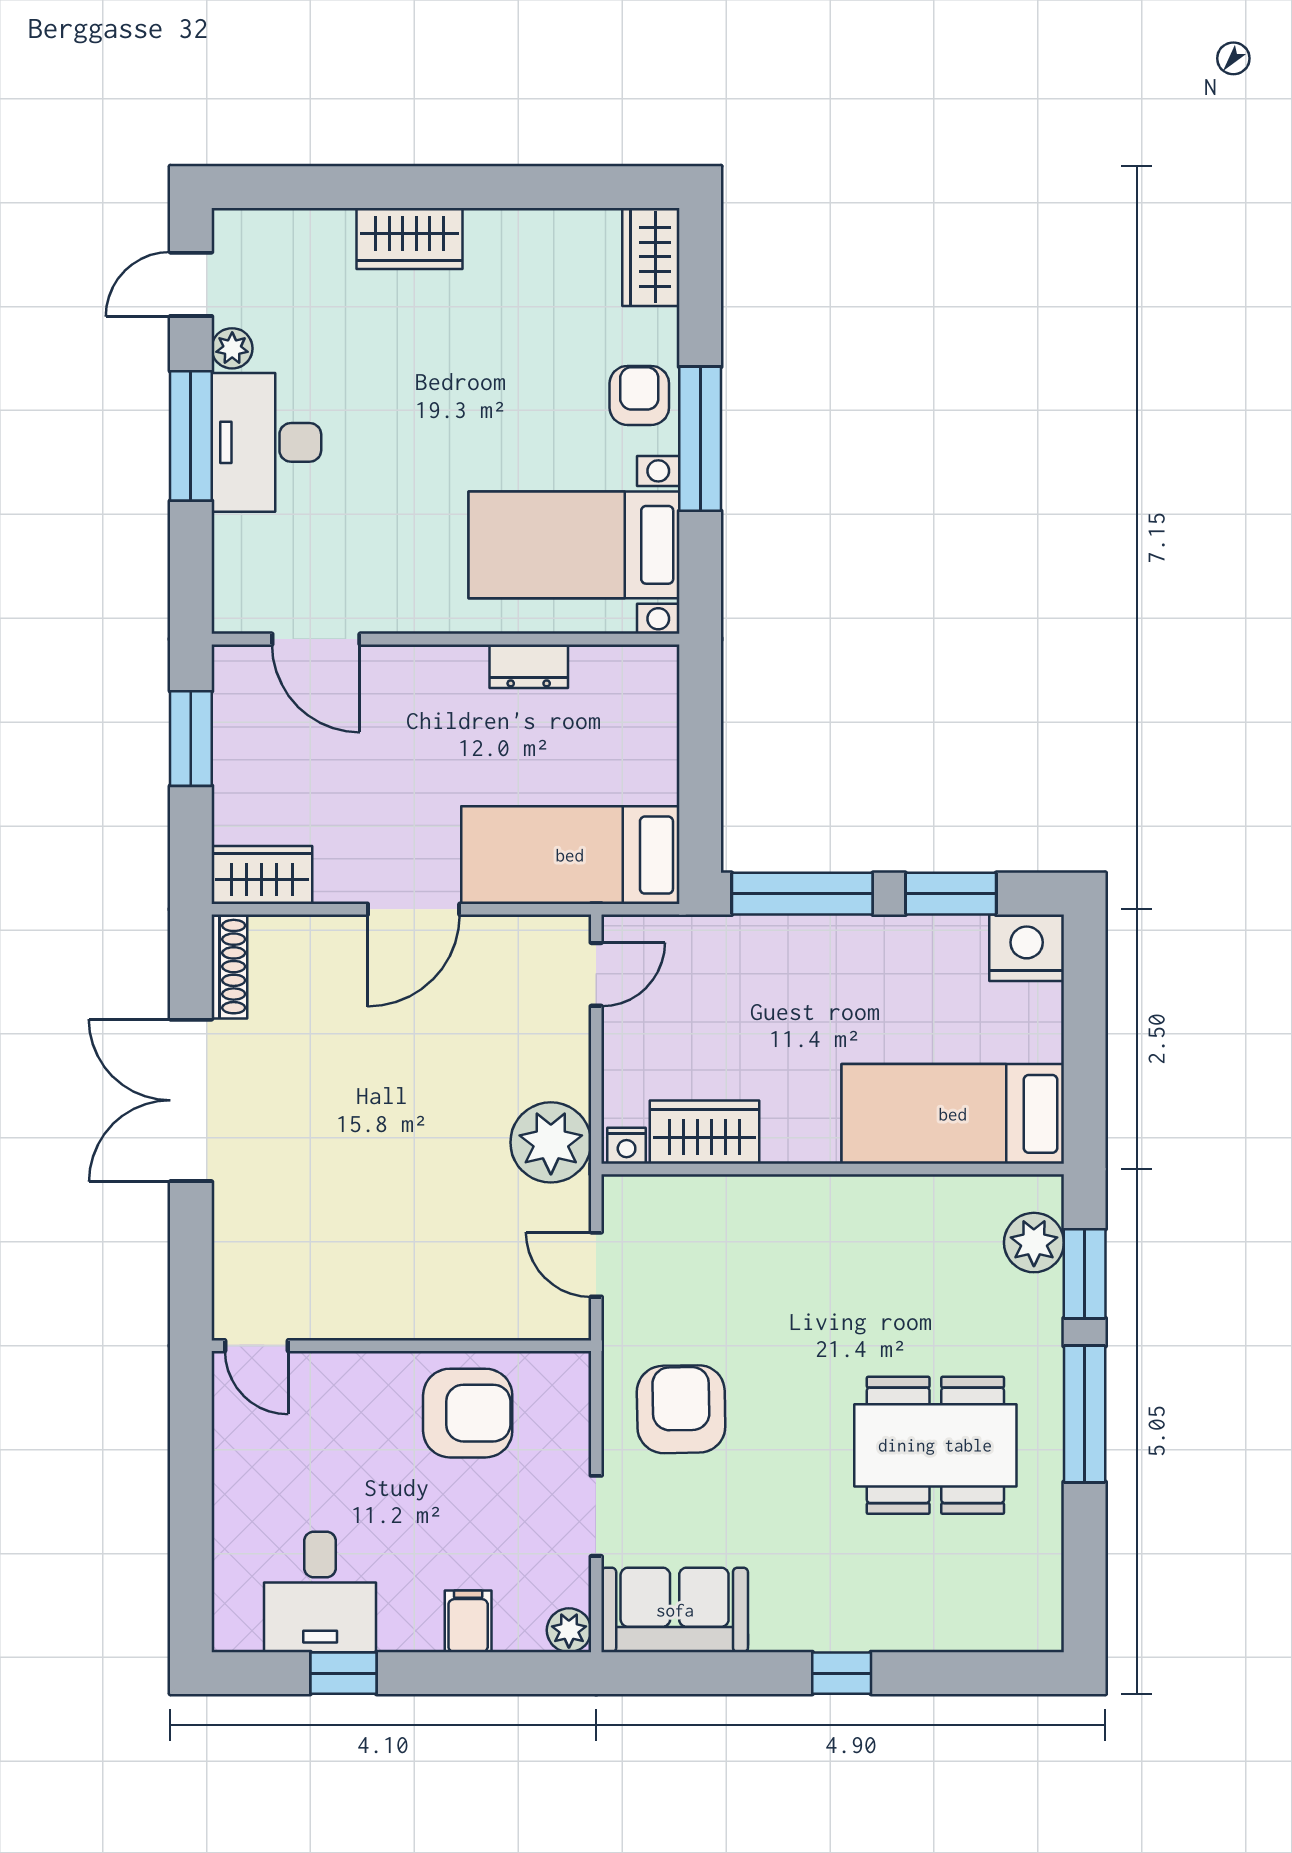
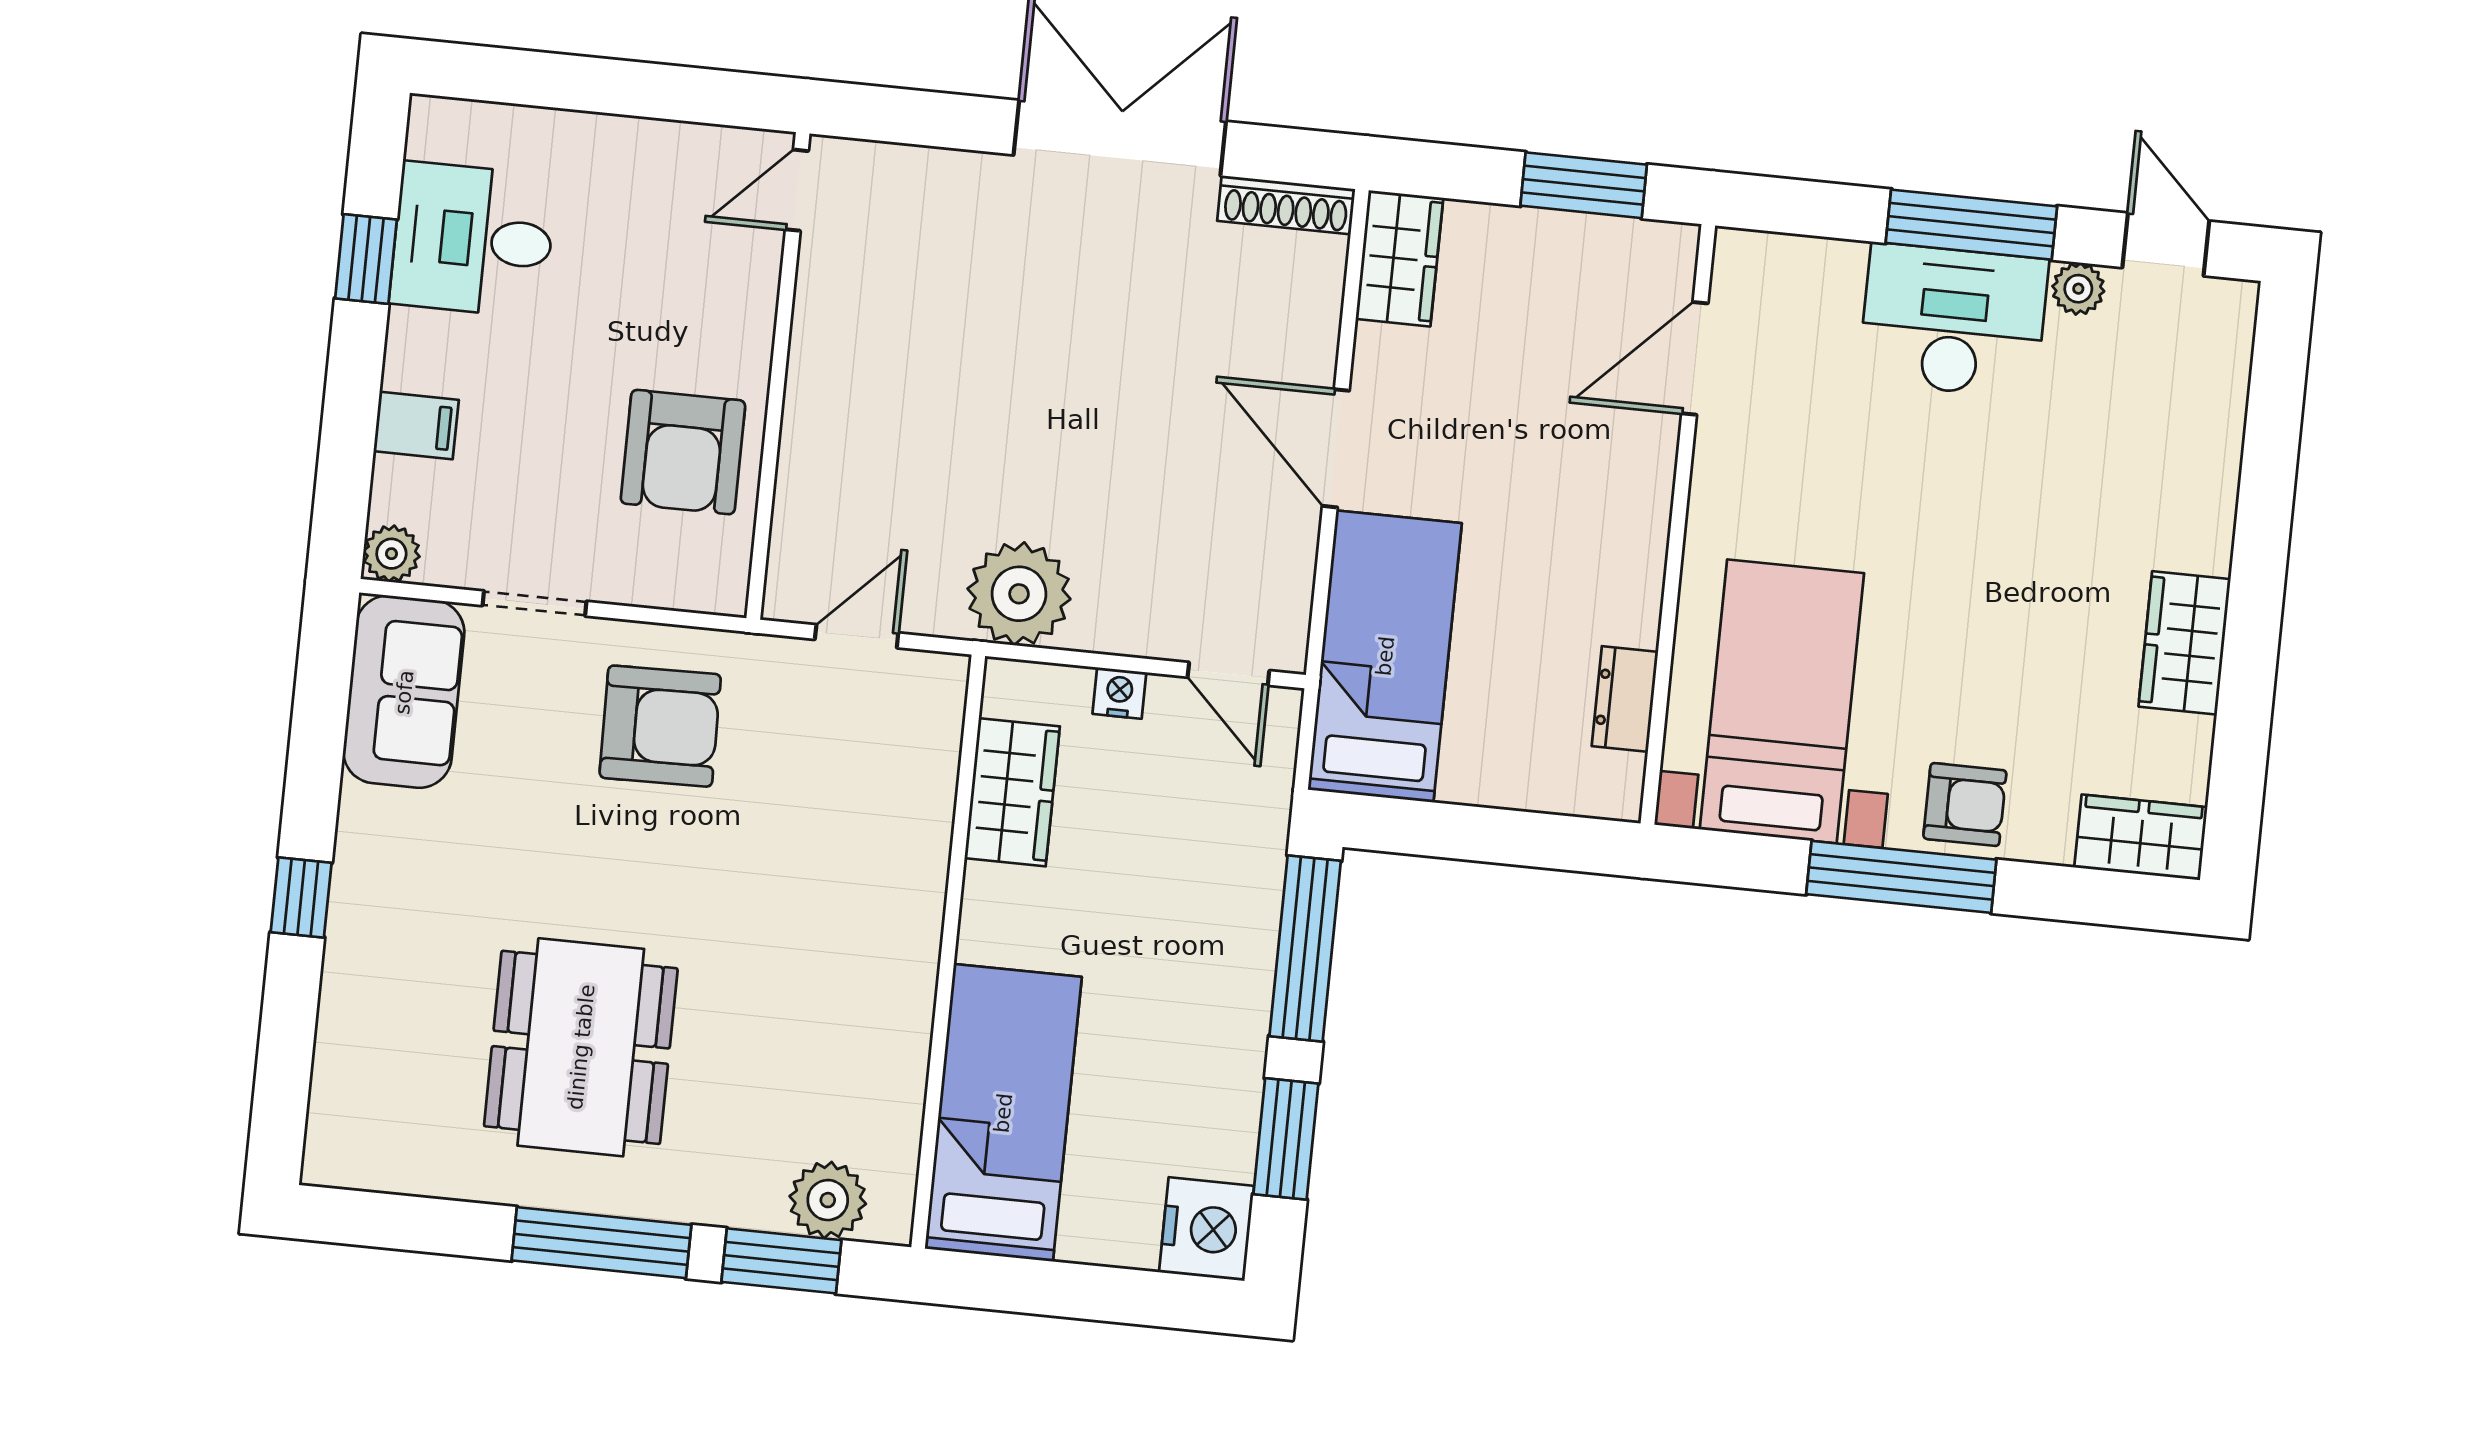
wardrobe: (409, 238) -> (2185, 643), moved
dresser: (529, 666) -> (1625, 699), moved
nightstand: (627, 1146) -> (1119, 693), moved, turned 90

